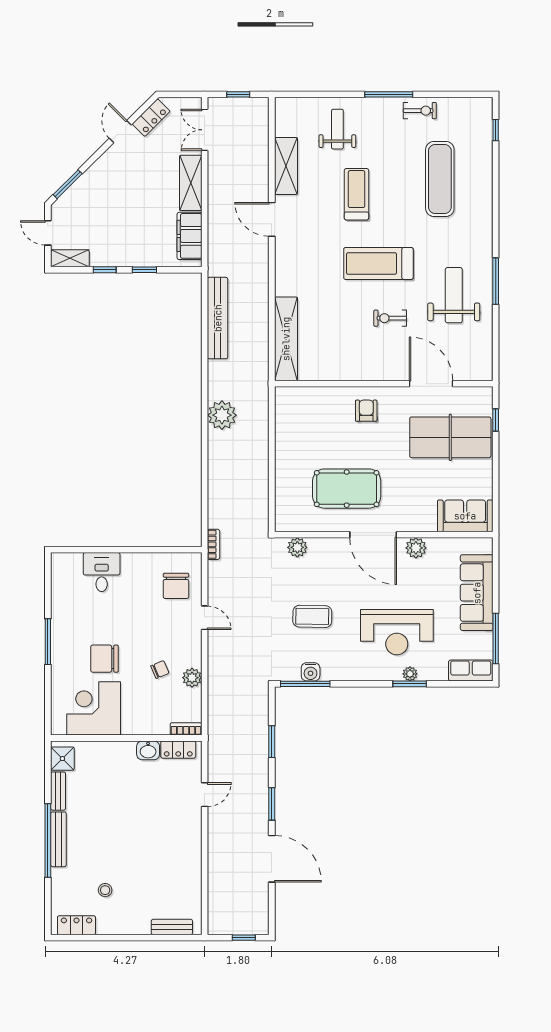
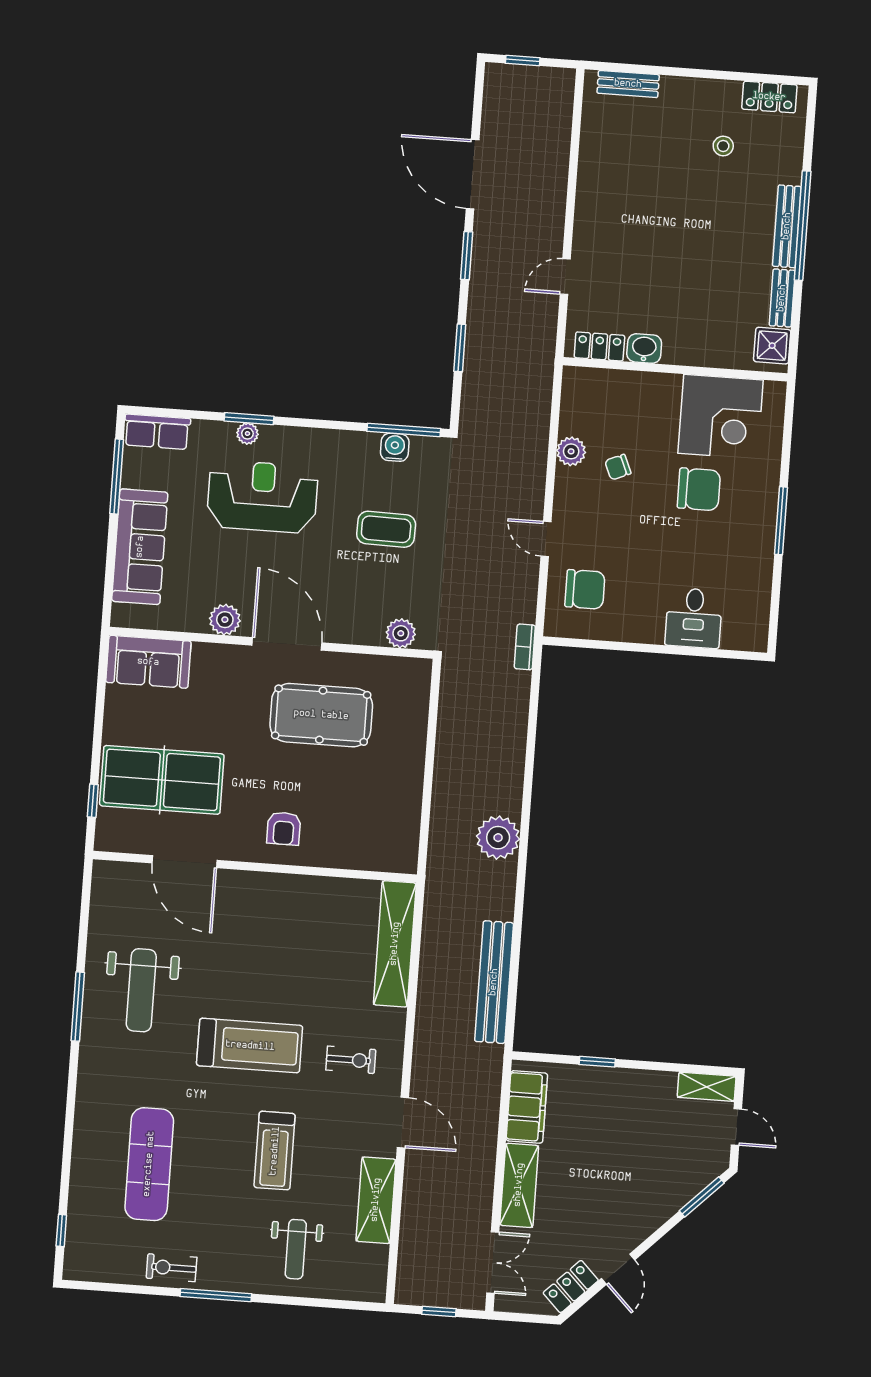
window: (105, 270) -> (656, 1066), removed
exercise bike: (390, 318) -> (351, 1060), moved
chair: (176, 586) -> (585, 589), turned 90
bookcase: (186, 729) -> (586, 376), removed

